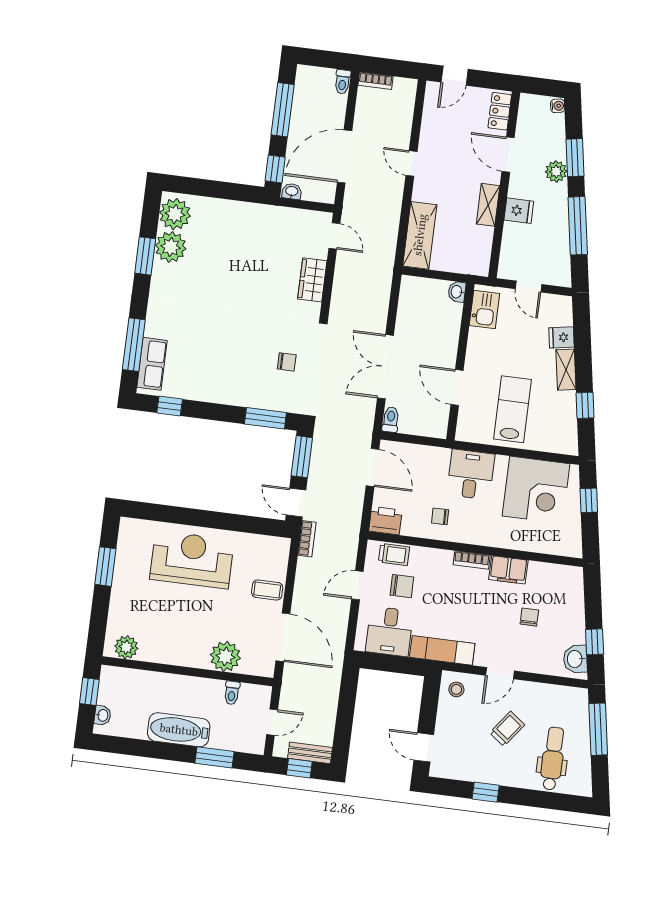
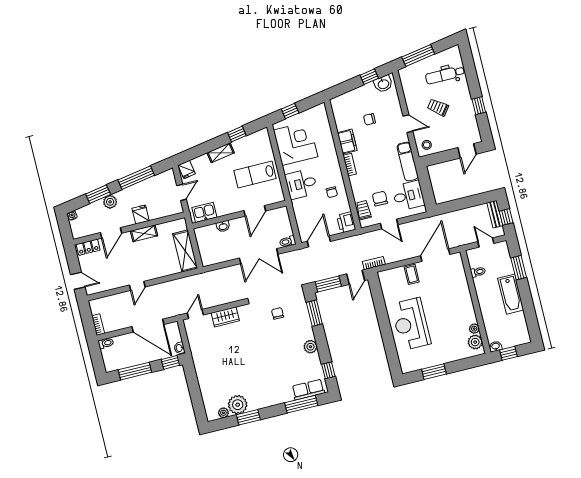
plant: (175, 214) -> (223, 413), width x0.53, depth x0.53
shelving: (420, 235) -> (185, 251), moved, turned 90
washbasin: (457, 292) -> (223, 226), moved
fridge: (562, 337) -> (187, 170), moved
plant: (216, 393) -> (310, 347), added
plant: (225, 656) -> (474, 329), moved, width x0.53, depth x0.53
washbasin: (103, 715) -> (496, 346), moved

